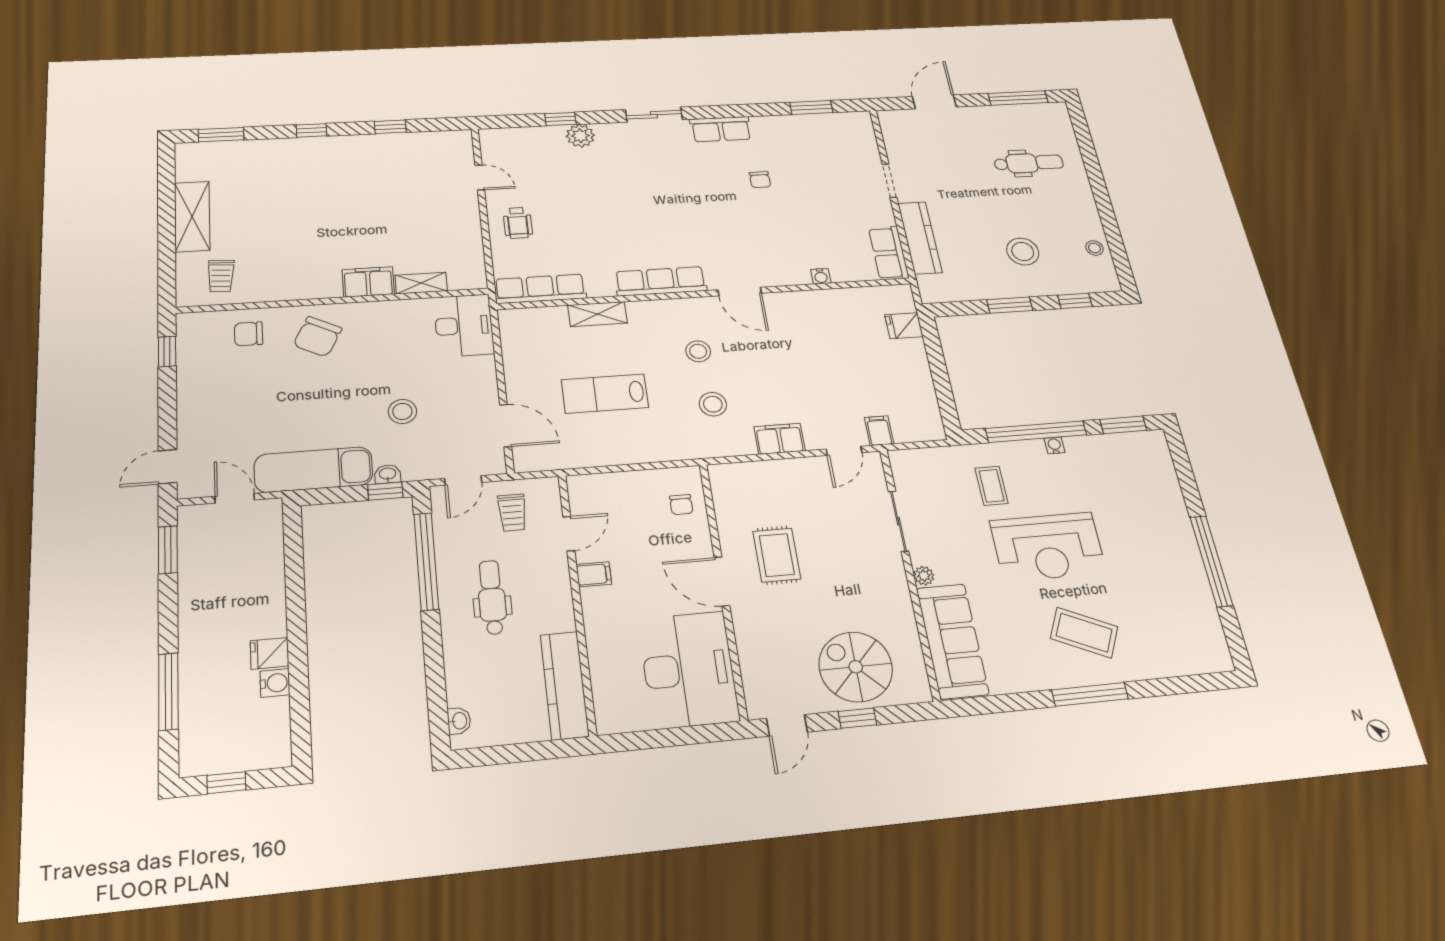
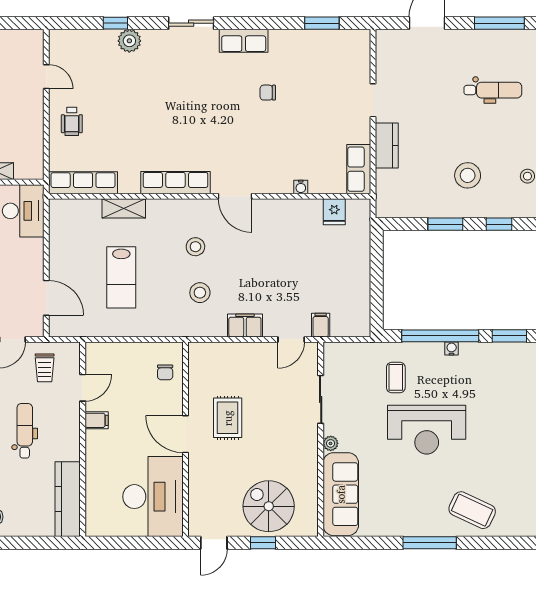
chair: (760, 180) -> (268, 93), turned 90
kitchen counter: (920, 238) -> (387, 145), width x0.67
fridge: (904, 326) -> (334, 212), moved, turned -90
lab bench: (605, 394) -> (121, 277), turned -90
coffee table: (1084, 633) -> (472, 510), moved

